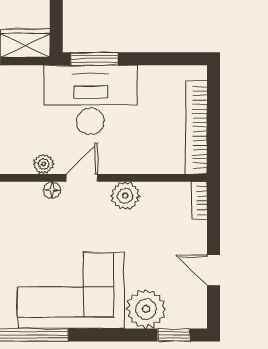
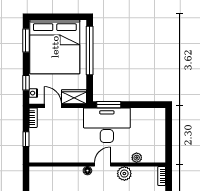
bookcase: (196, 127) -> (160, 139), removed
plant: (44, 164) -> (137, 158), moved

